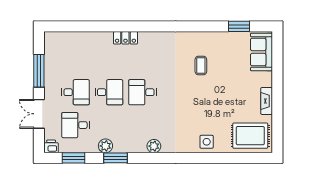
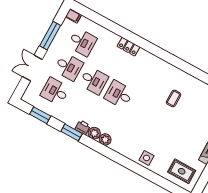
filing cabinet: (52, 37) -> (73, 16), added
desk: (76, 59) -> (82, 42), added
rug: (250, 136) -> (182, 171), width x0.73, depth x0.70
printer: (51, 146) -> (83, 127), moved
plant: (105, 146) -> (94, 133), moved

